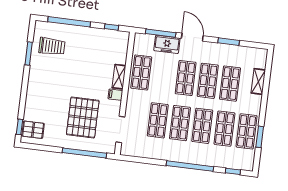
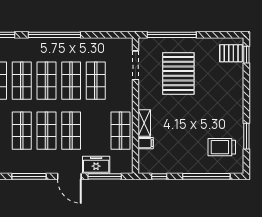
window: (229, 42) -> (29, 176), width x1.44
filing cabinet: (115, 95) -> (146, 143), moved

